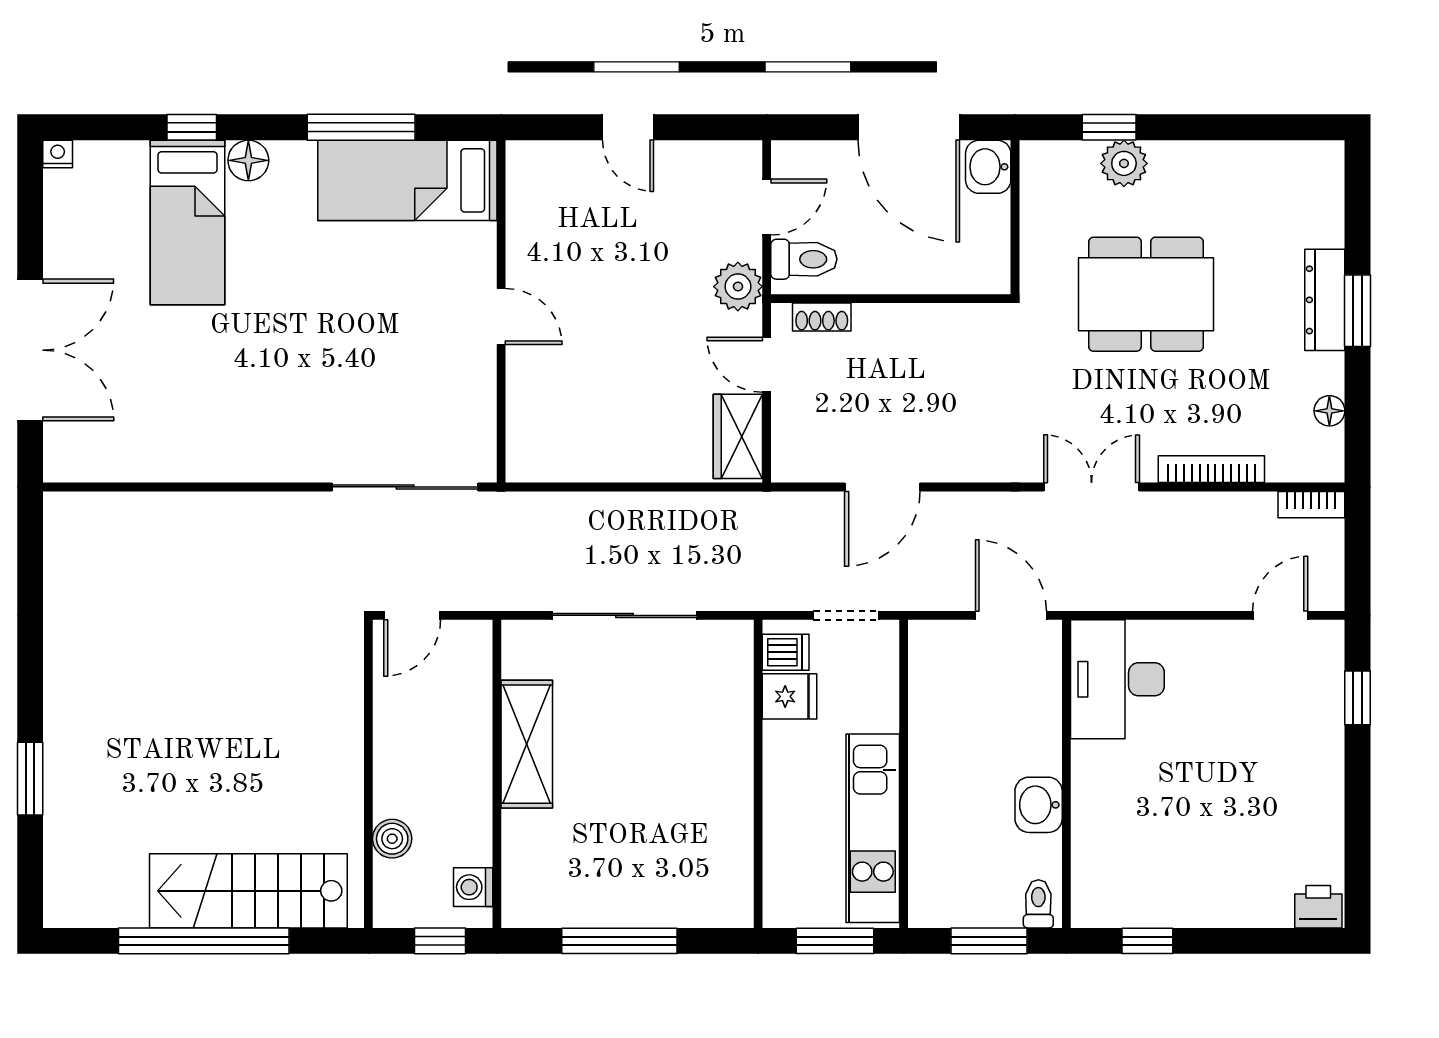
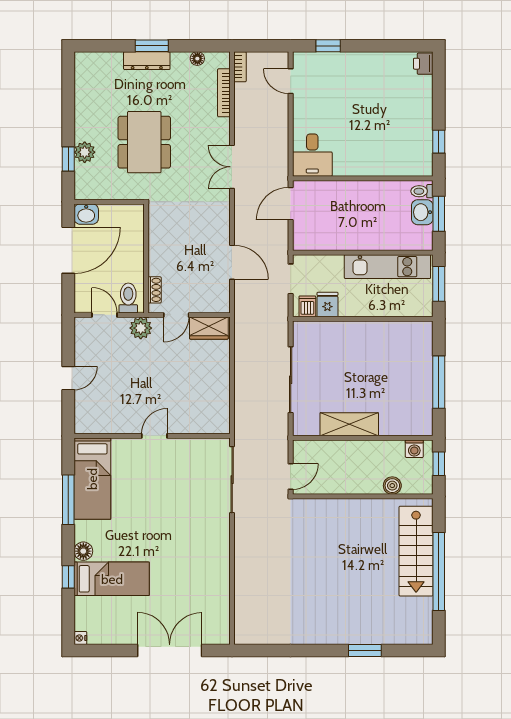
bookcase: (1211, 469) -> (224, 93), moved
door: (412, 615) -> (291, 477), hinge flipped
desk: (1117, 679) -> (312, 155), width x0.73
washbasin: (1039, 805) -> (422, 212), moved, turned 90

